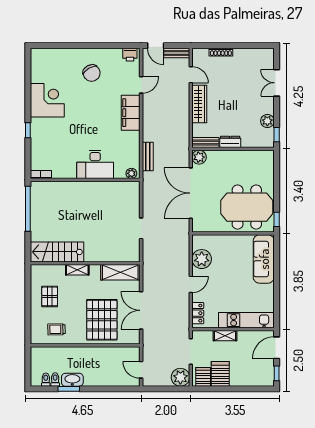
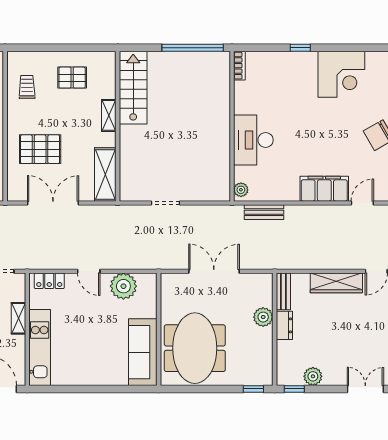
door: (141, 85) -> (362, 203), swing flipped
plant: (199, 157) -> (263, 317), moved
double door: (191, 193) -> (214, 271), width x0.73
window: (277, 219) -> (253, 389), moved
sofa: (264, 259) -> (143, 352), moved, turned -90
pallet: (102, 320) -> (40, 149), width x0.73, depth x0.71

